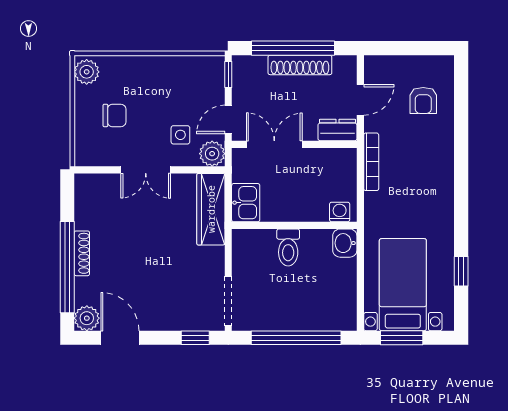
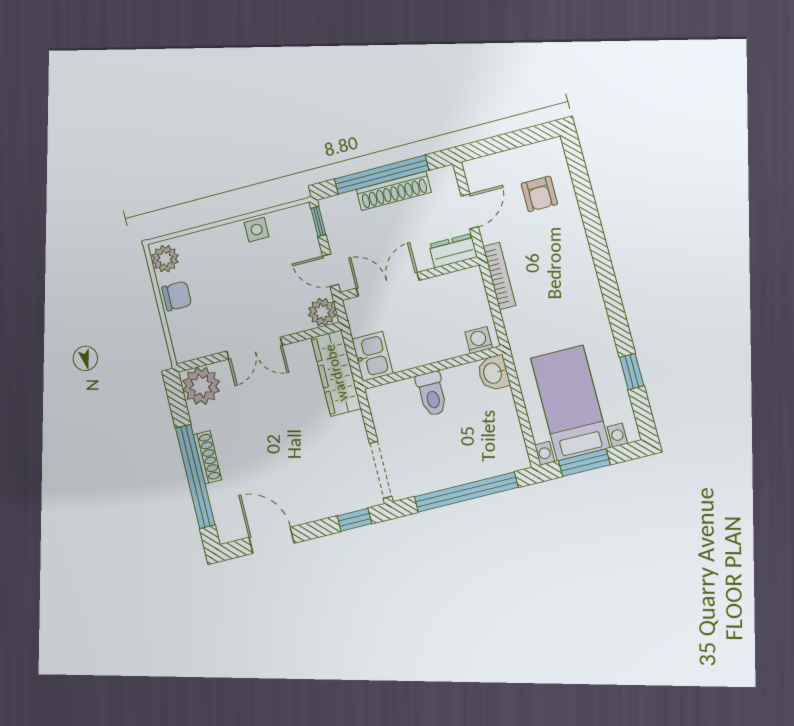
chair: (115, 115) -> (177, 296), moved
door: (228, 119) -> (331, 270), hinge flipped
side table: (180, 135) -> (257, 230), moved
plant: (87, 318) -> (201, 386), moved, width x1.36, depth x1.36

